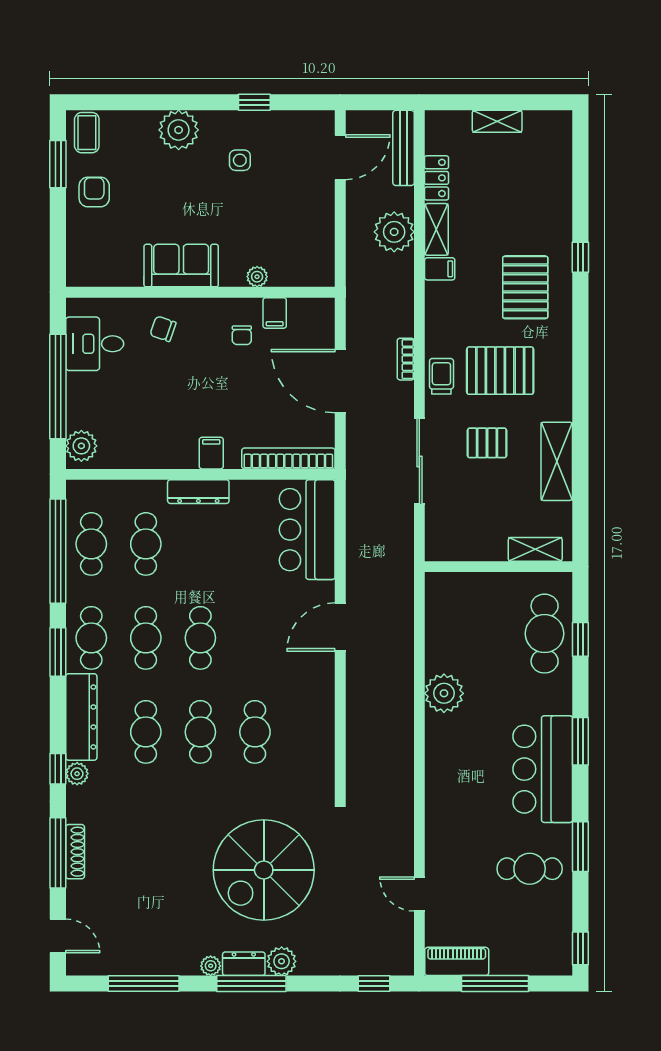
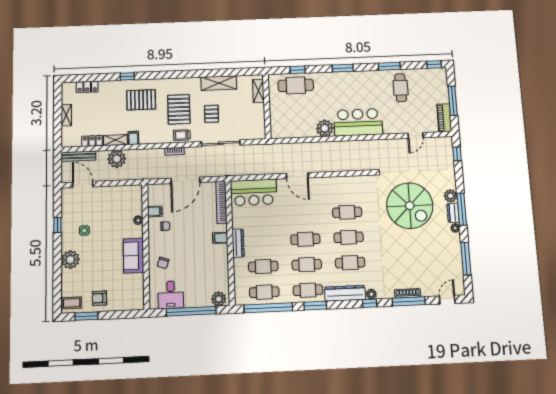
locker: (560, 168) -> (87, 87), added
bar counter: (543, 769) -> (358, 122), moved, turned 180

